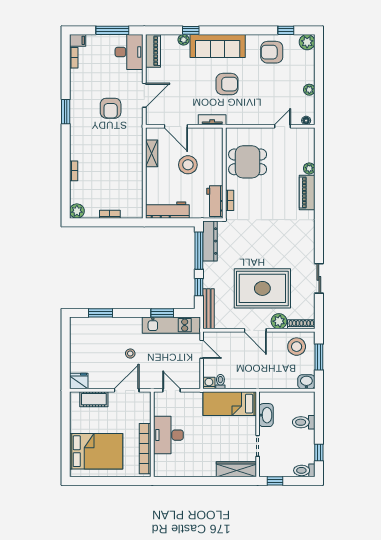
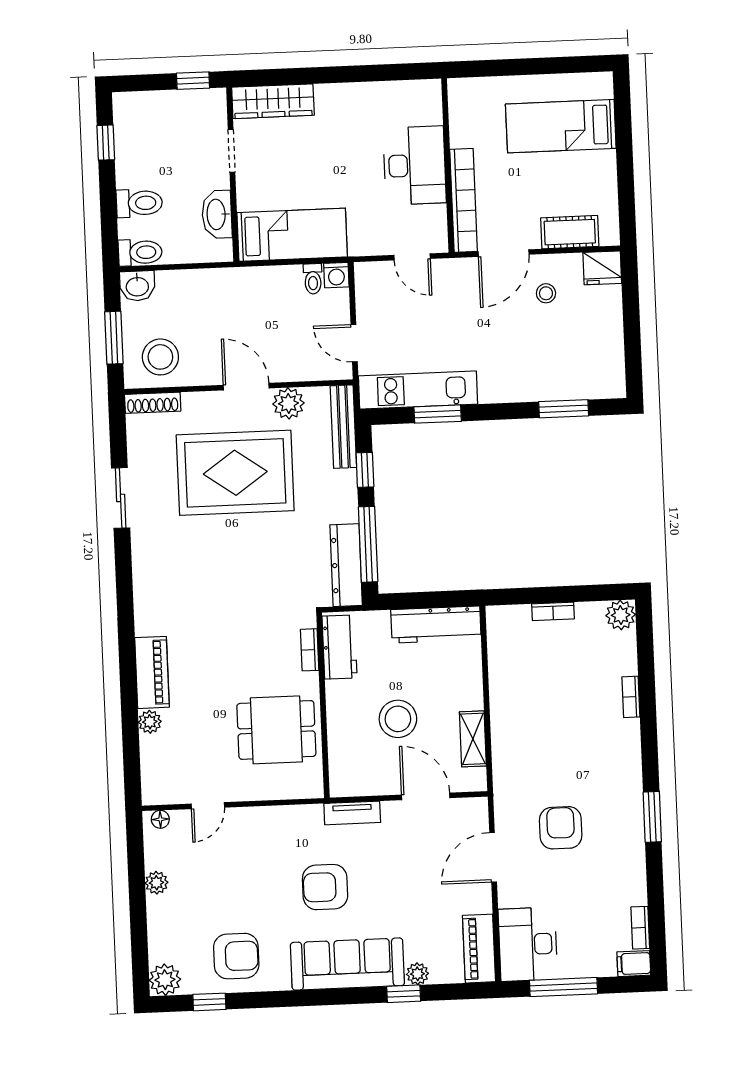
plant: (279, 321) -> (288, 403), moved
stool: (130, 354) -> (546, 293), moved
bookcase: (145, 449) -> (464, 200), moved
bed: (96, 451) -> (561, 126), width x0.67
toilet: (304, 470) -> (140, 252), moved

